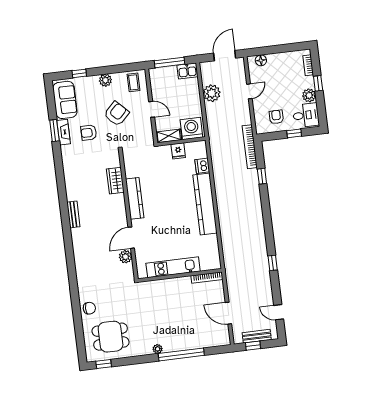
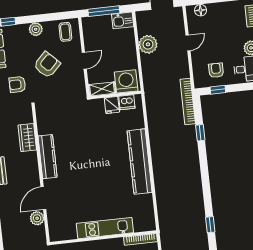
door: (152, 109) -> (84, 61), hinge flipped
window: (294, 133) -> (218, 90), moved
dishwasher: (202, 166) -> (127, 102), moved, turned -90
wardrobe: (115, 181) -> (27, 138), moved
kitchen counter: (135, 198) -> (48, 157), moved
wall: (128, 215) -> (41, 174), moved
door: (131, 238) -> (43, 198), moved
plant: (126, 257) -> (37, 218), moved

